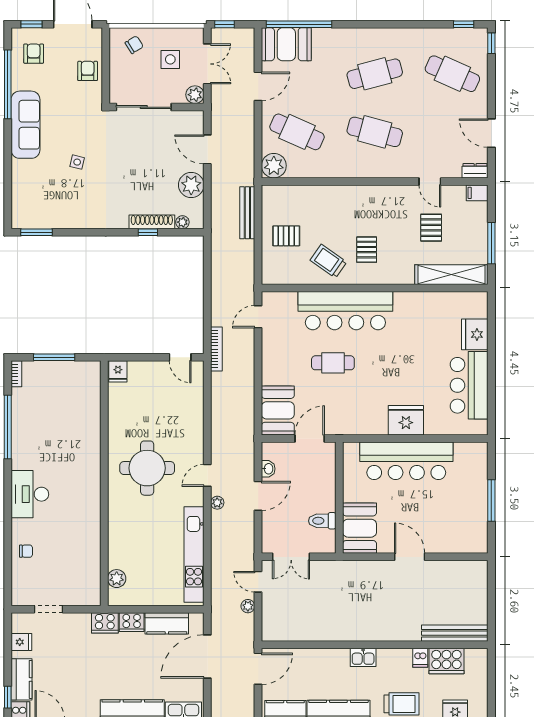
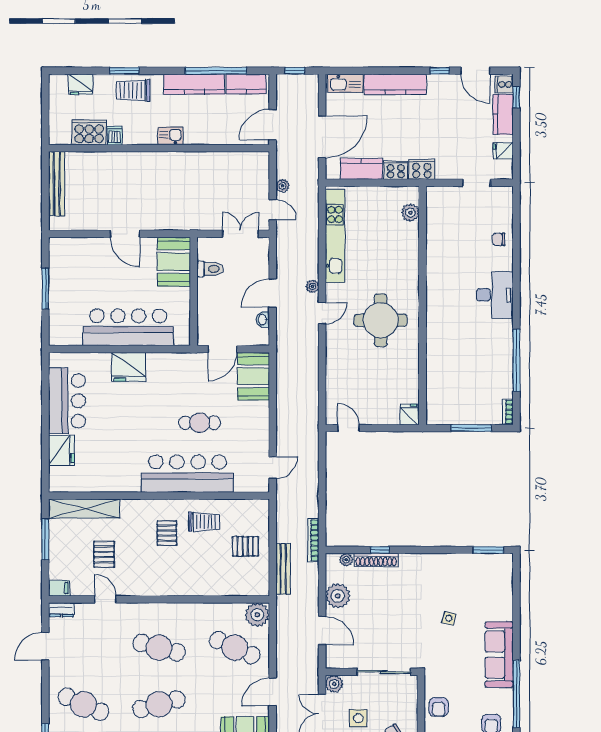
door: (491, 133) -> (45, 646), swing flipped
trolley: (328, 261) -> (204, 522), turned -35
bookcase: (216, 349) -> (313, 540), moved
bench: (455, 633) -> (57, 184), moved, turned 90

